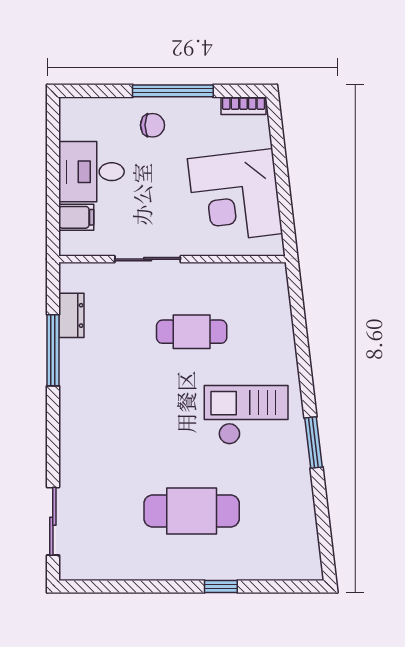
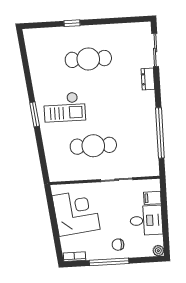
plant: (70, 108) -> (158, 251), added
dresser: (71, 315) -> (148, 79), moved
cafe table: (192, 332) -> (93, 146), width x1.37, depth x1.35
window: (53, 350) -> (160, 133), width x1.46
window: (313, 443) -> (35, 114), moved

